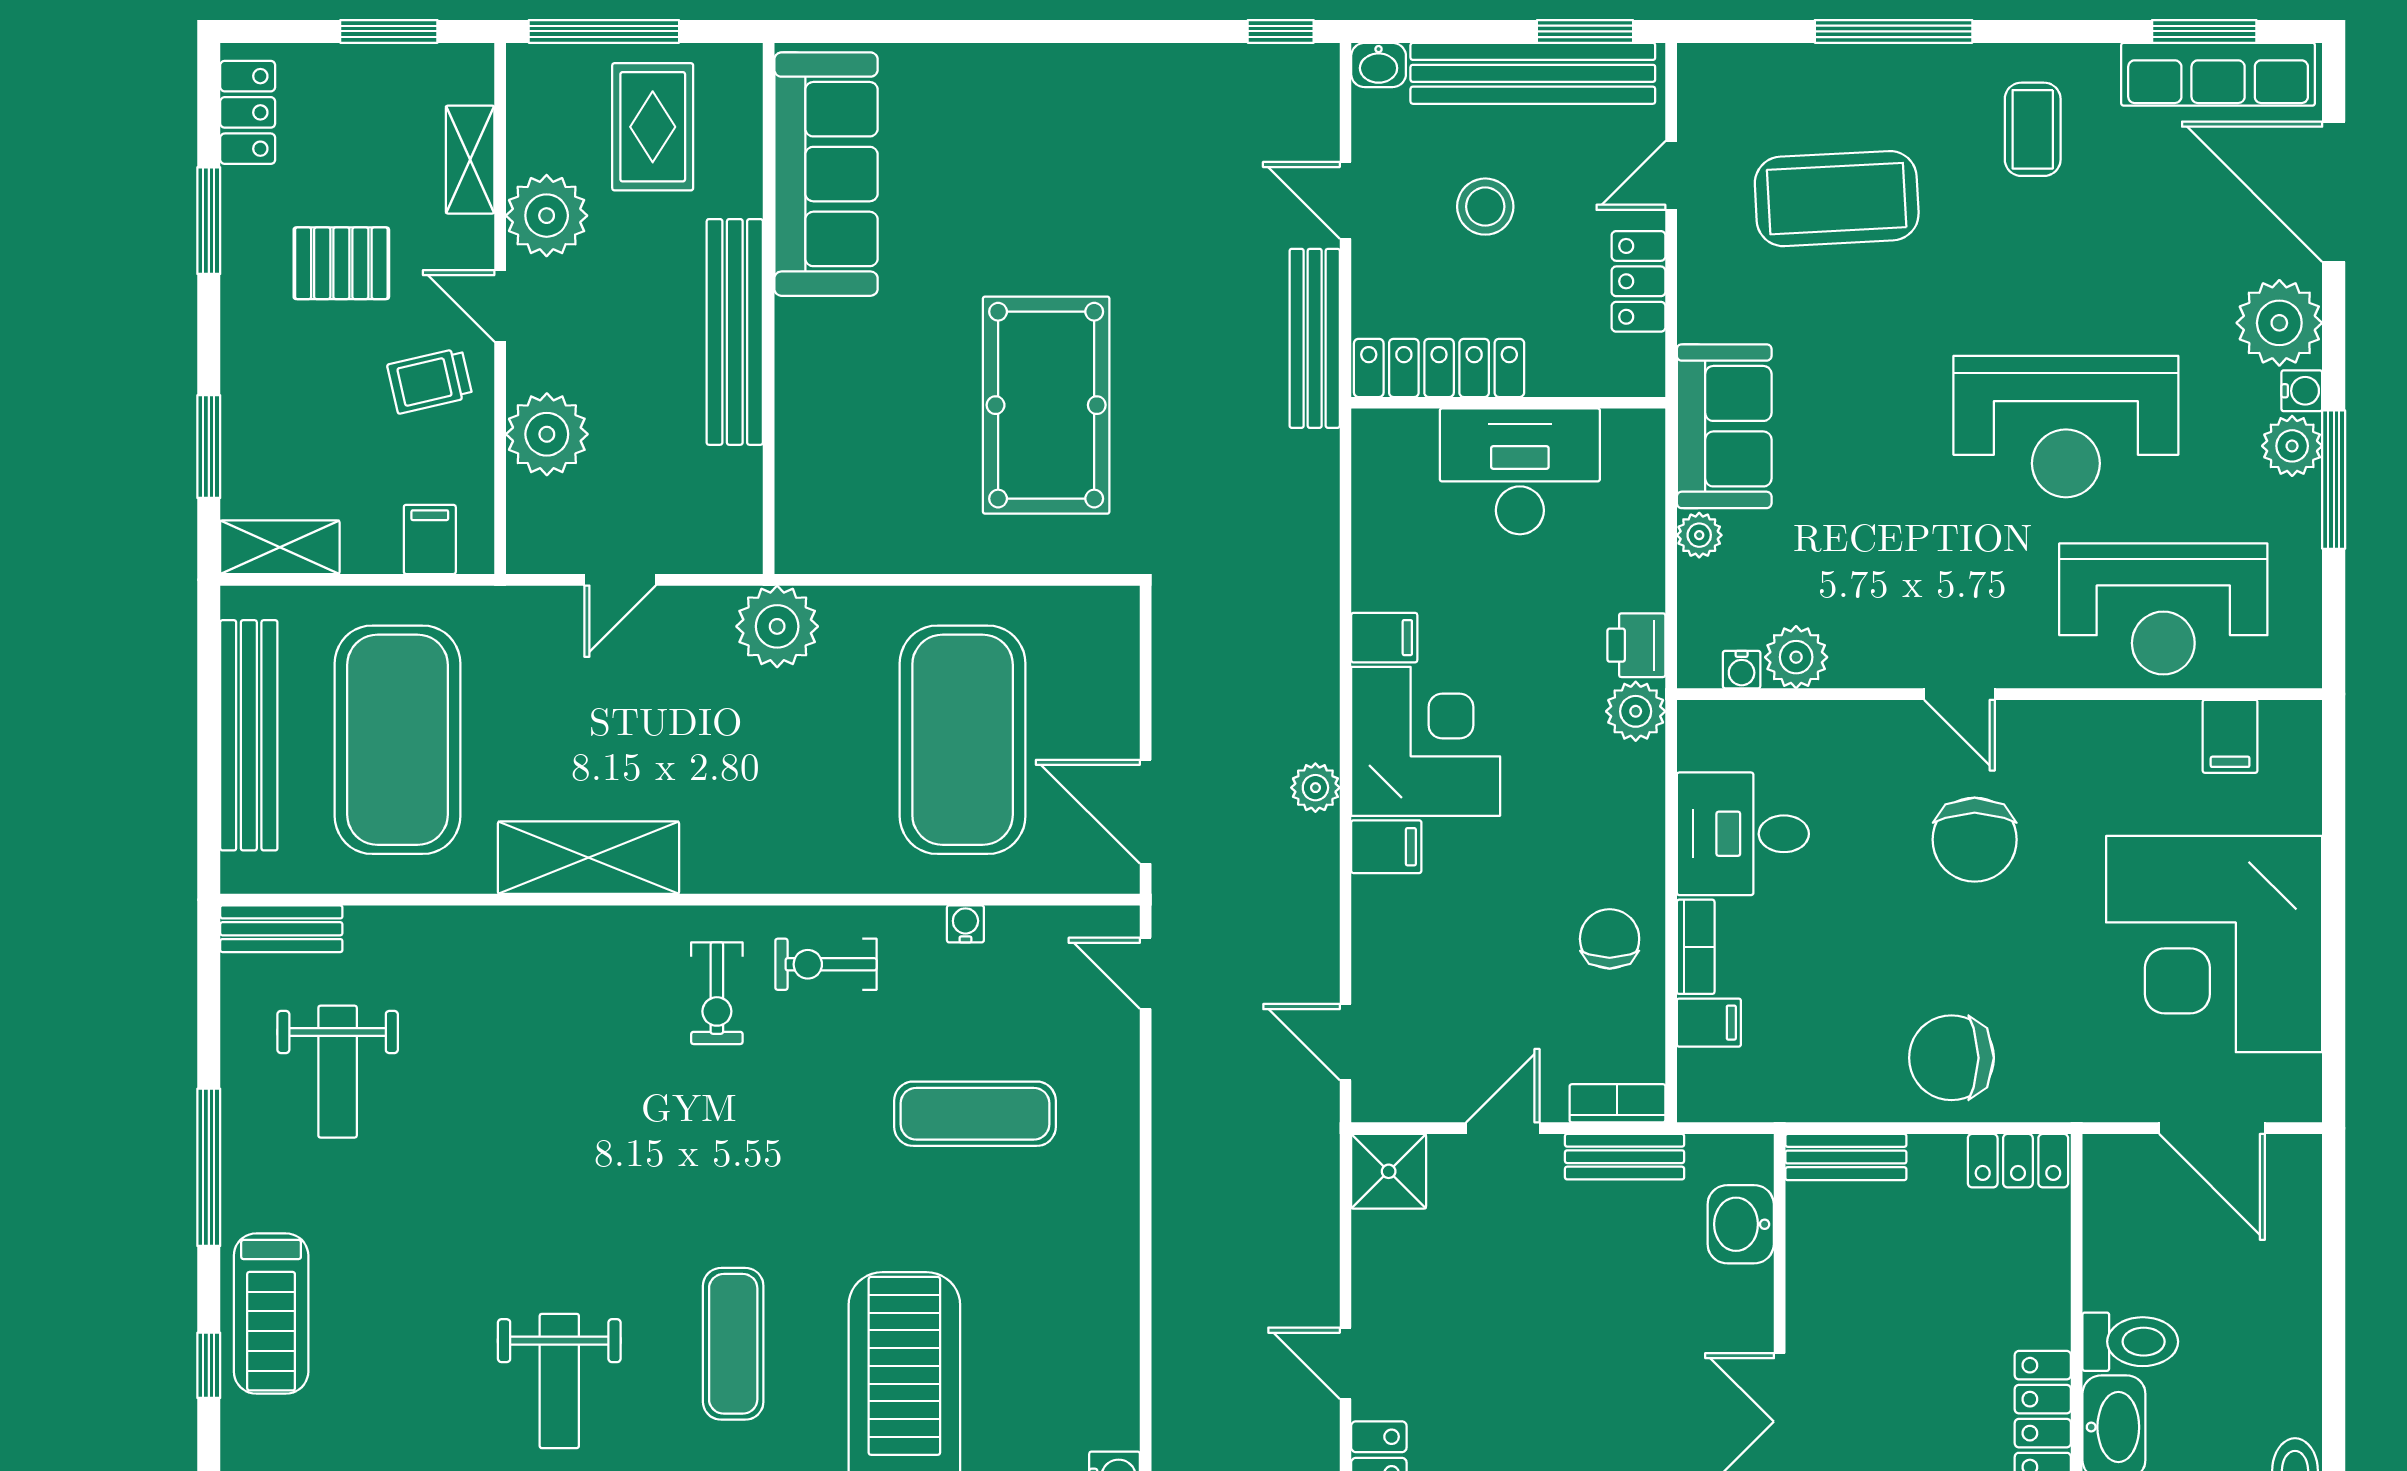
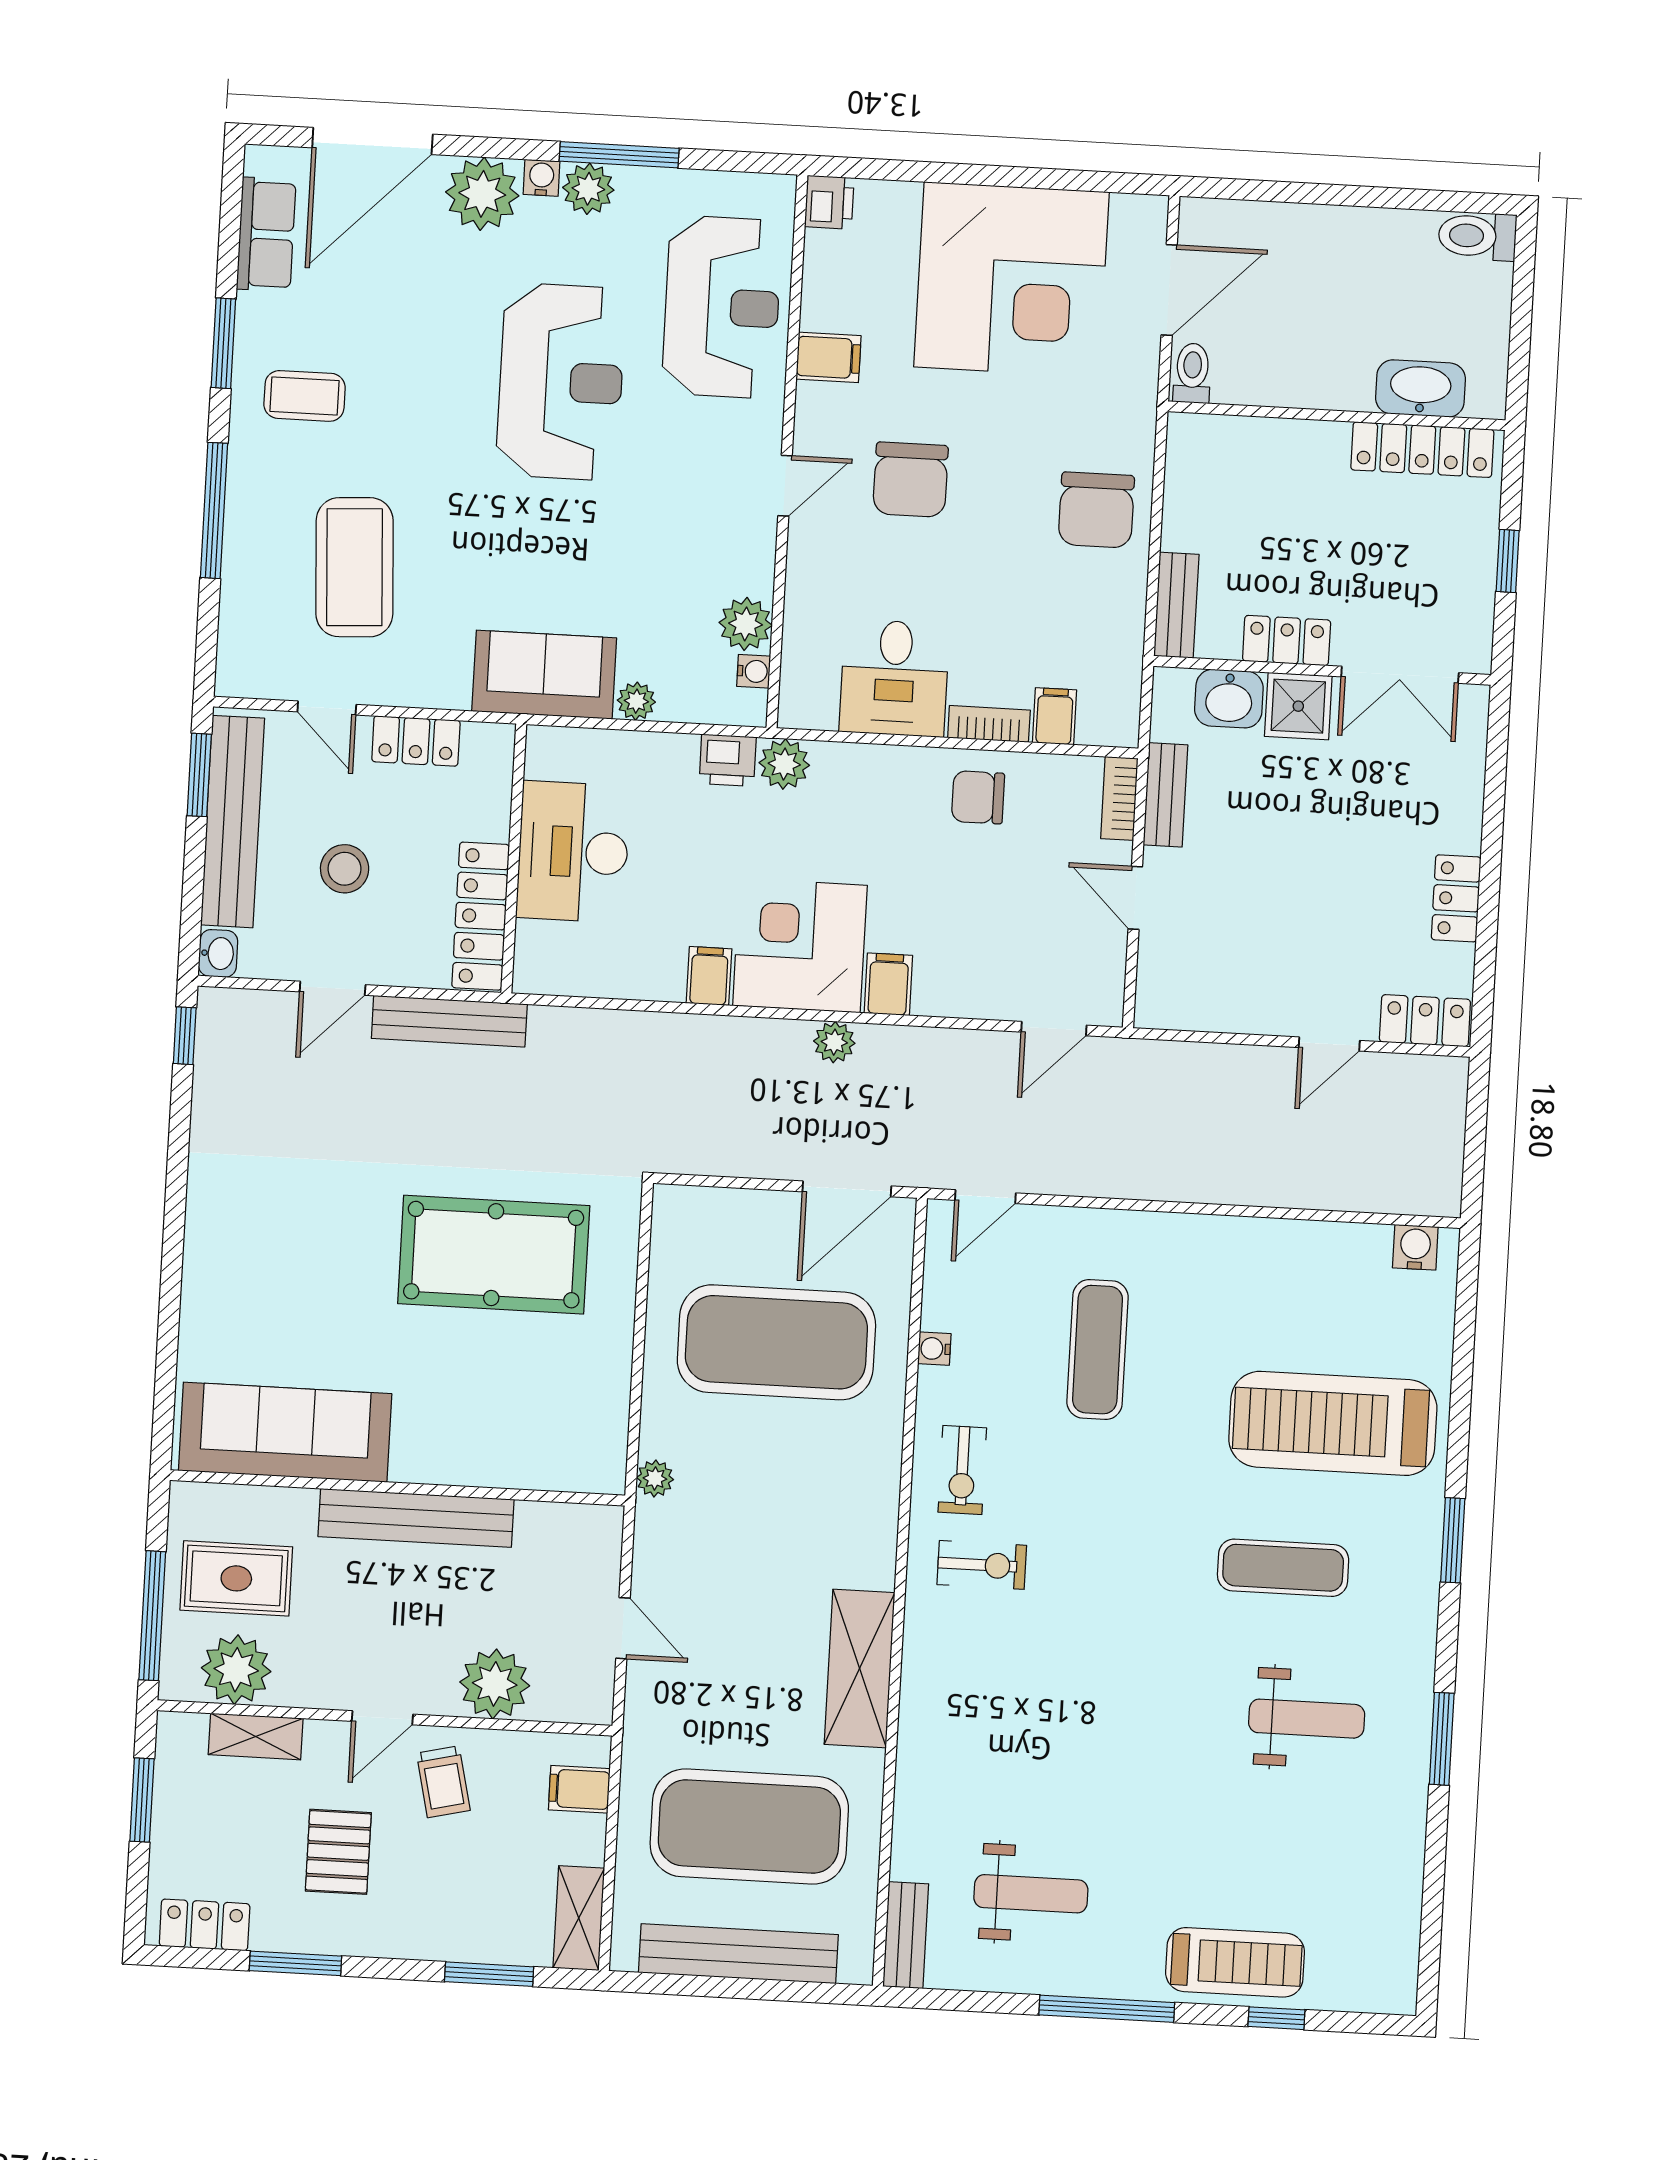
window: (2204, 31) -> (223, 343), moved
row of seats: (2218, 74) -> (266, 234), width x0.68
plant: (547, 216) -> (236, 1670), moved
plant: (777, 626) -> (655, 1478), width x0.53, depth x0.53
printer: (2292, 727) -> (829, 202), added
filing cabinet: (2230, 736) -> (828, 357), moved
chair: (1975, 840) -> (911, 480), turned 90
locker: (2018, 1161) -> (1287, 640), moved, turned -90
shower: (1389, 1171) -> (1298, 706), moved
toilet: (2130, 1342) -> (1192, 373), moved, width x0.73, depth x0.72

